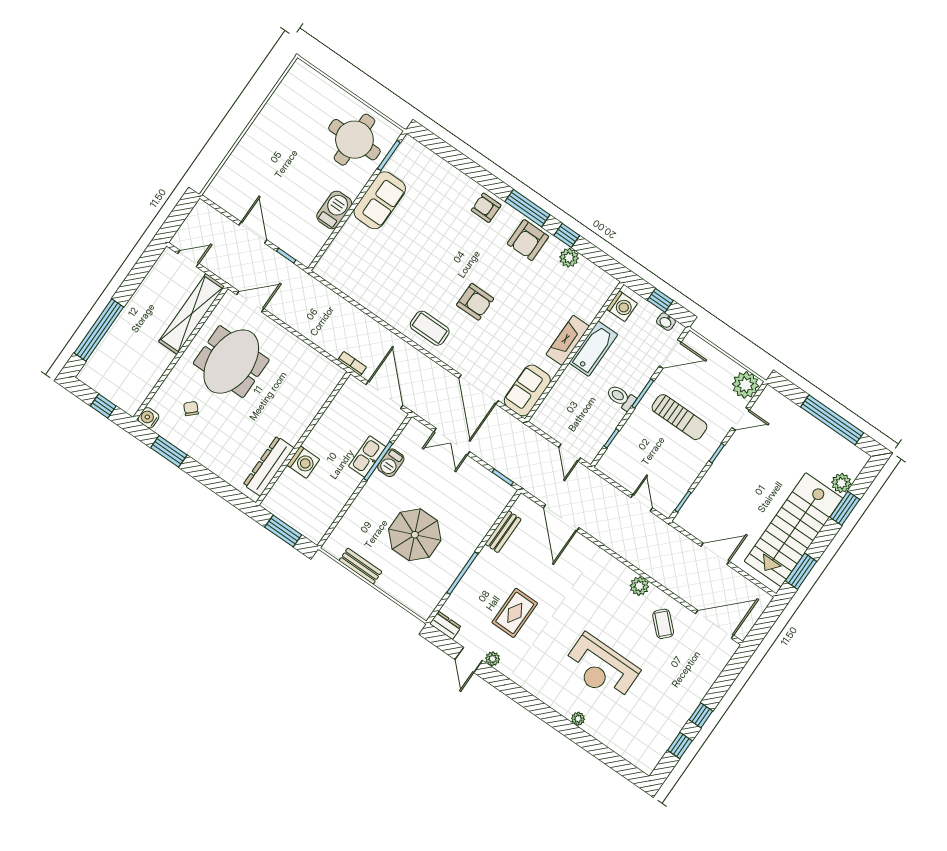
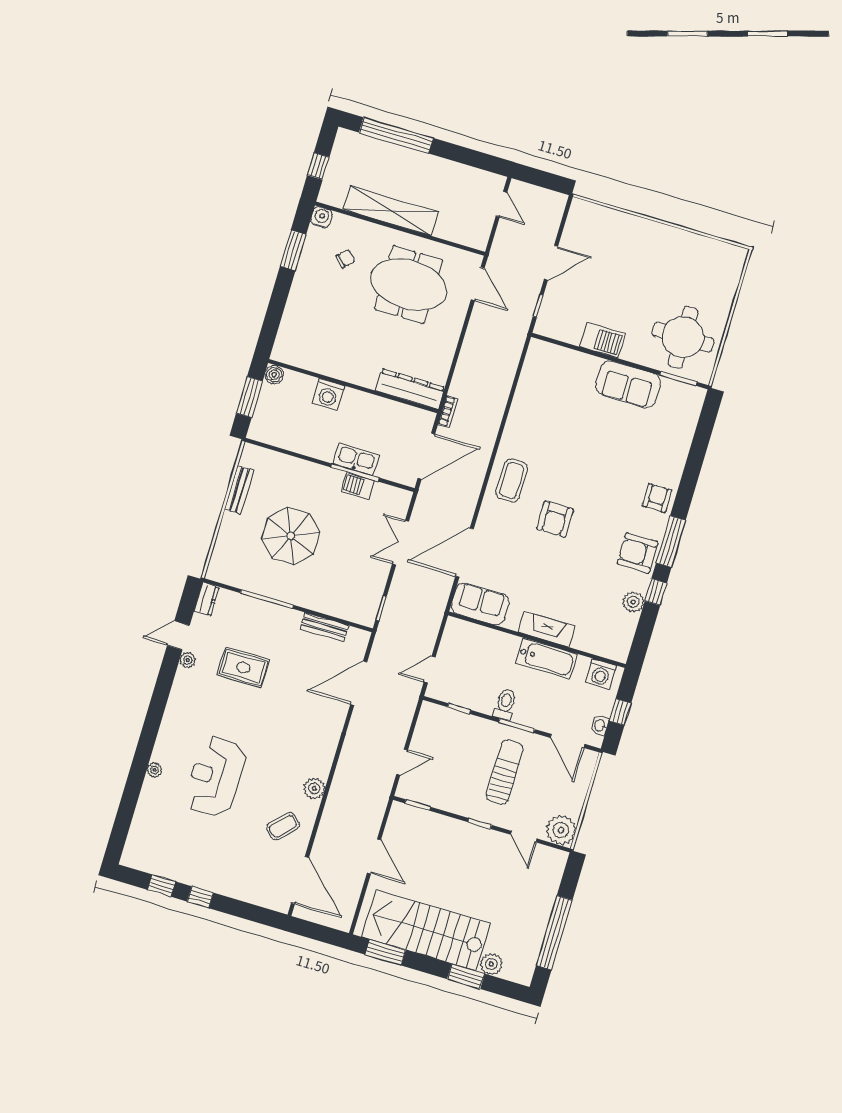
shelving: (192, 314) -> (391, 211), moved
sun lounger: (679, 417) -> (505, 772), turned 180
dresser: (269, 466) -> (410, 389), moved
boiler: (271, 503) -> (274, 375), added

